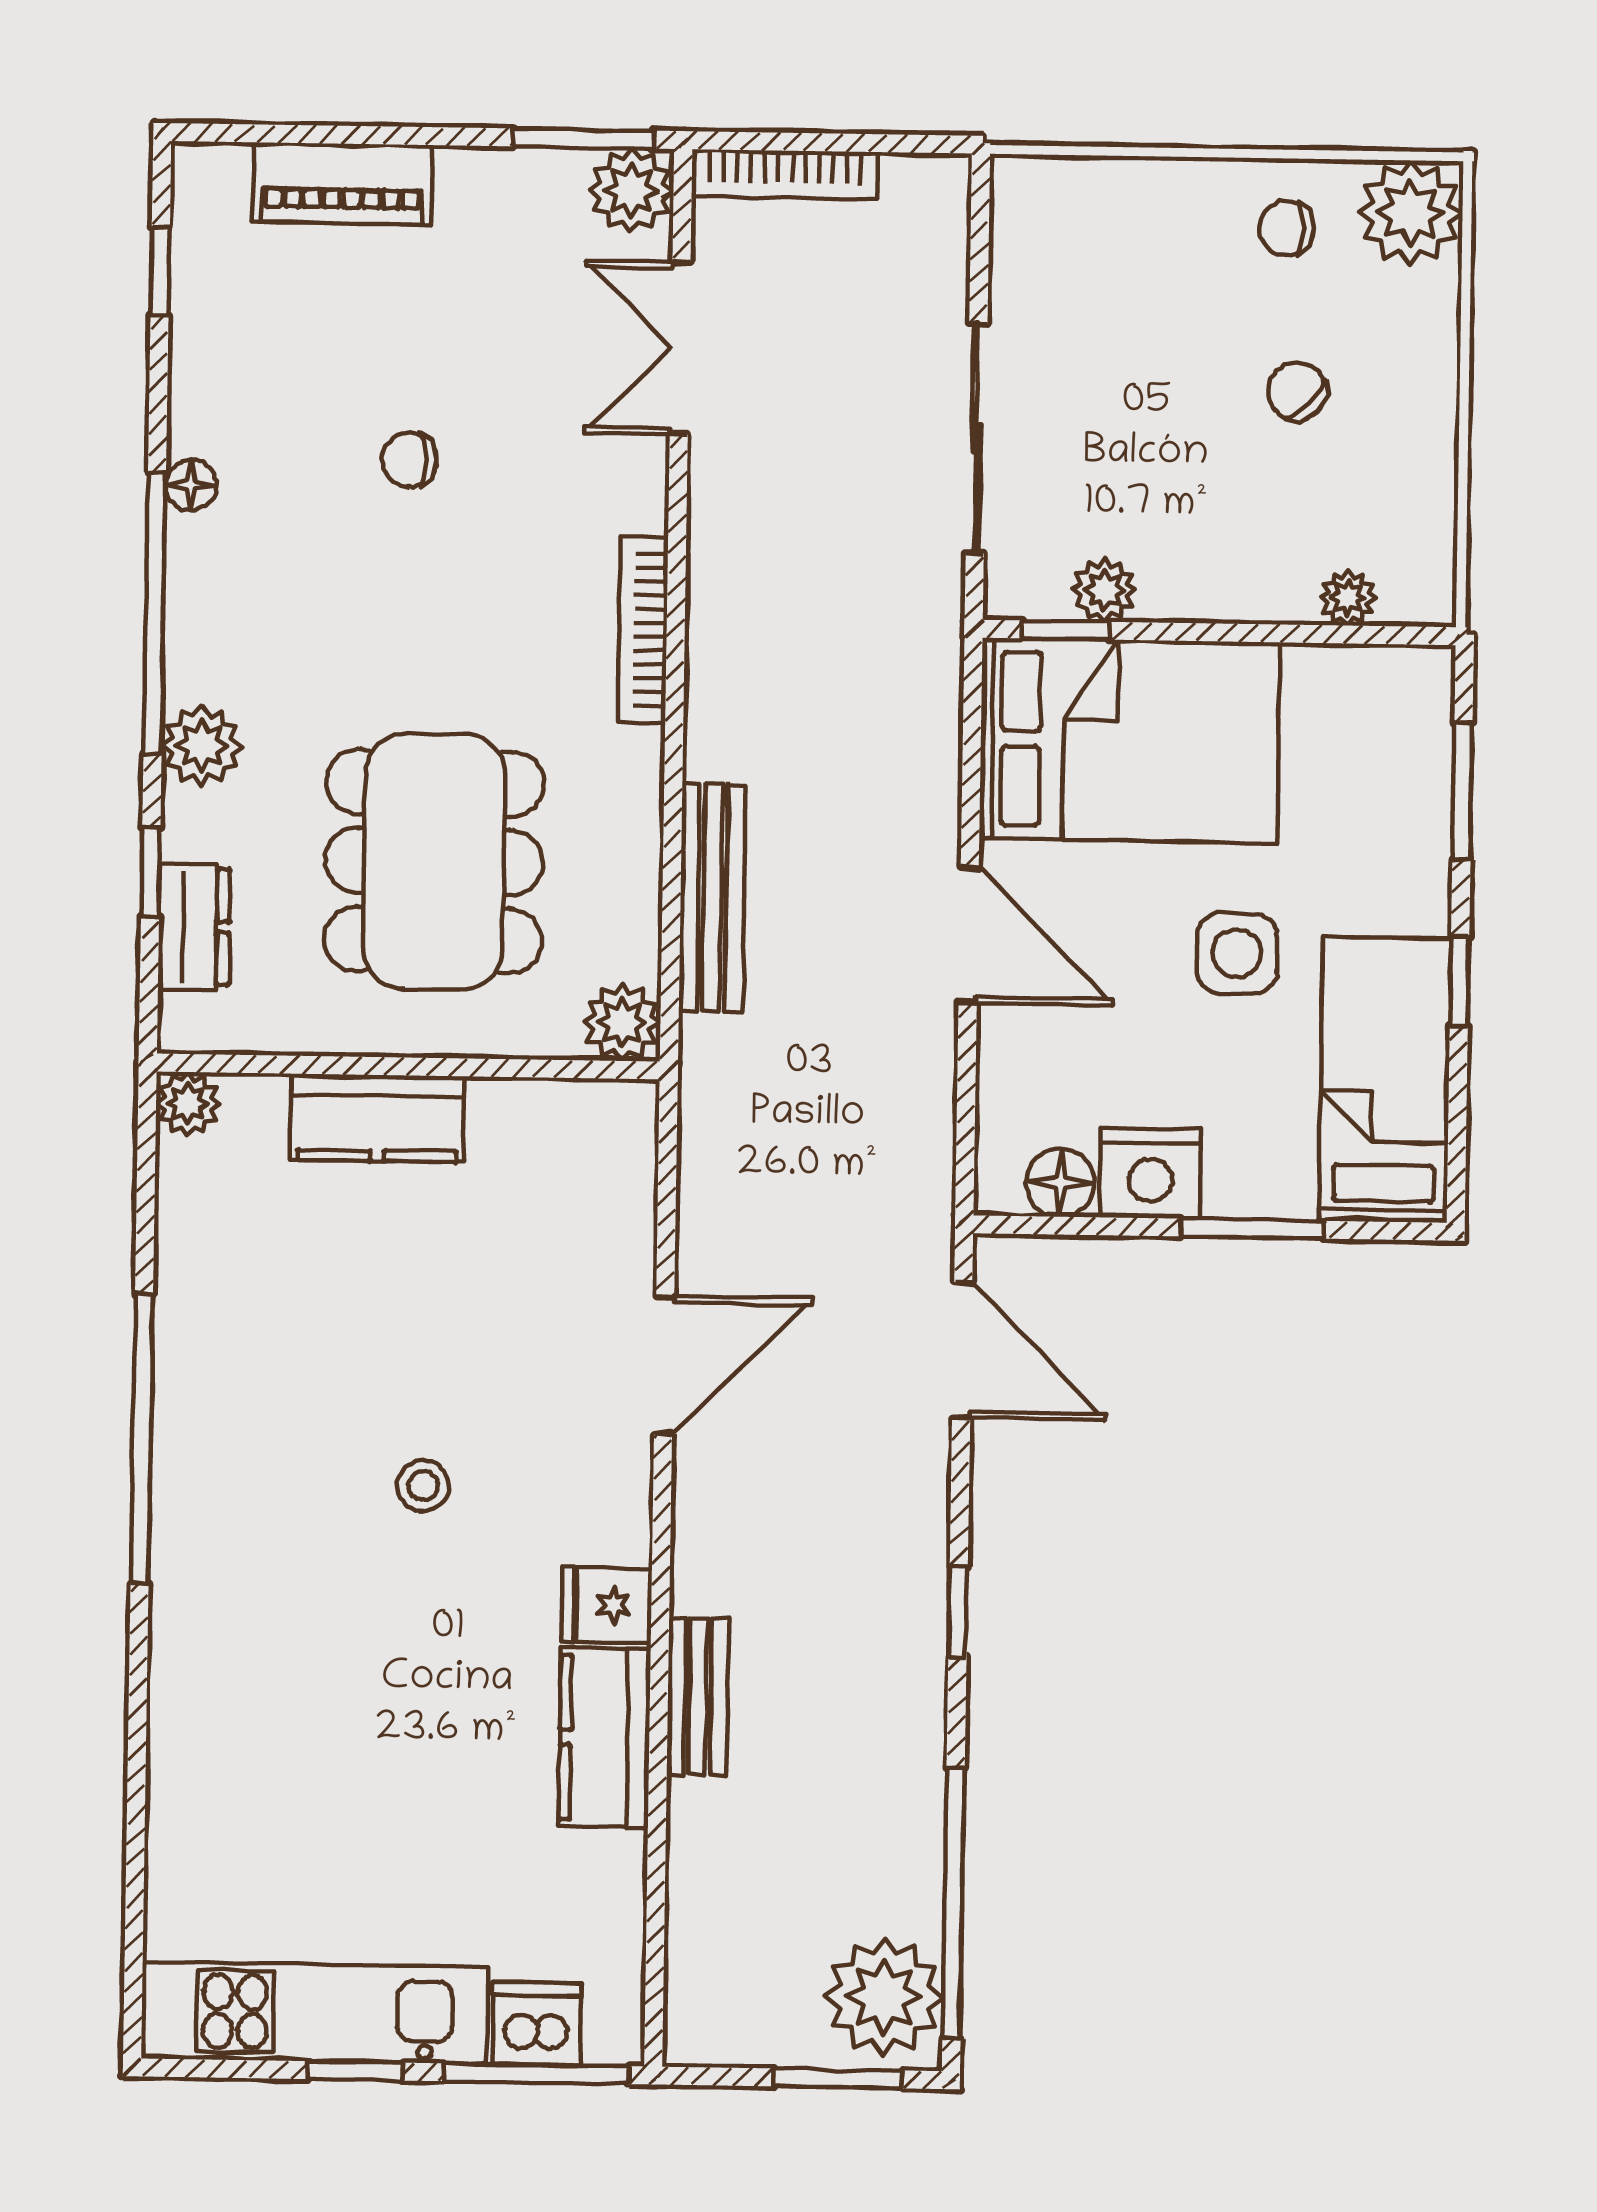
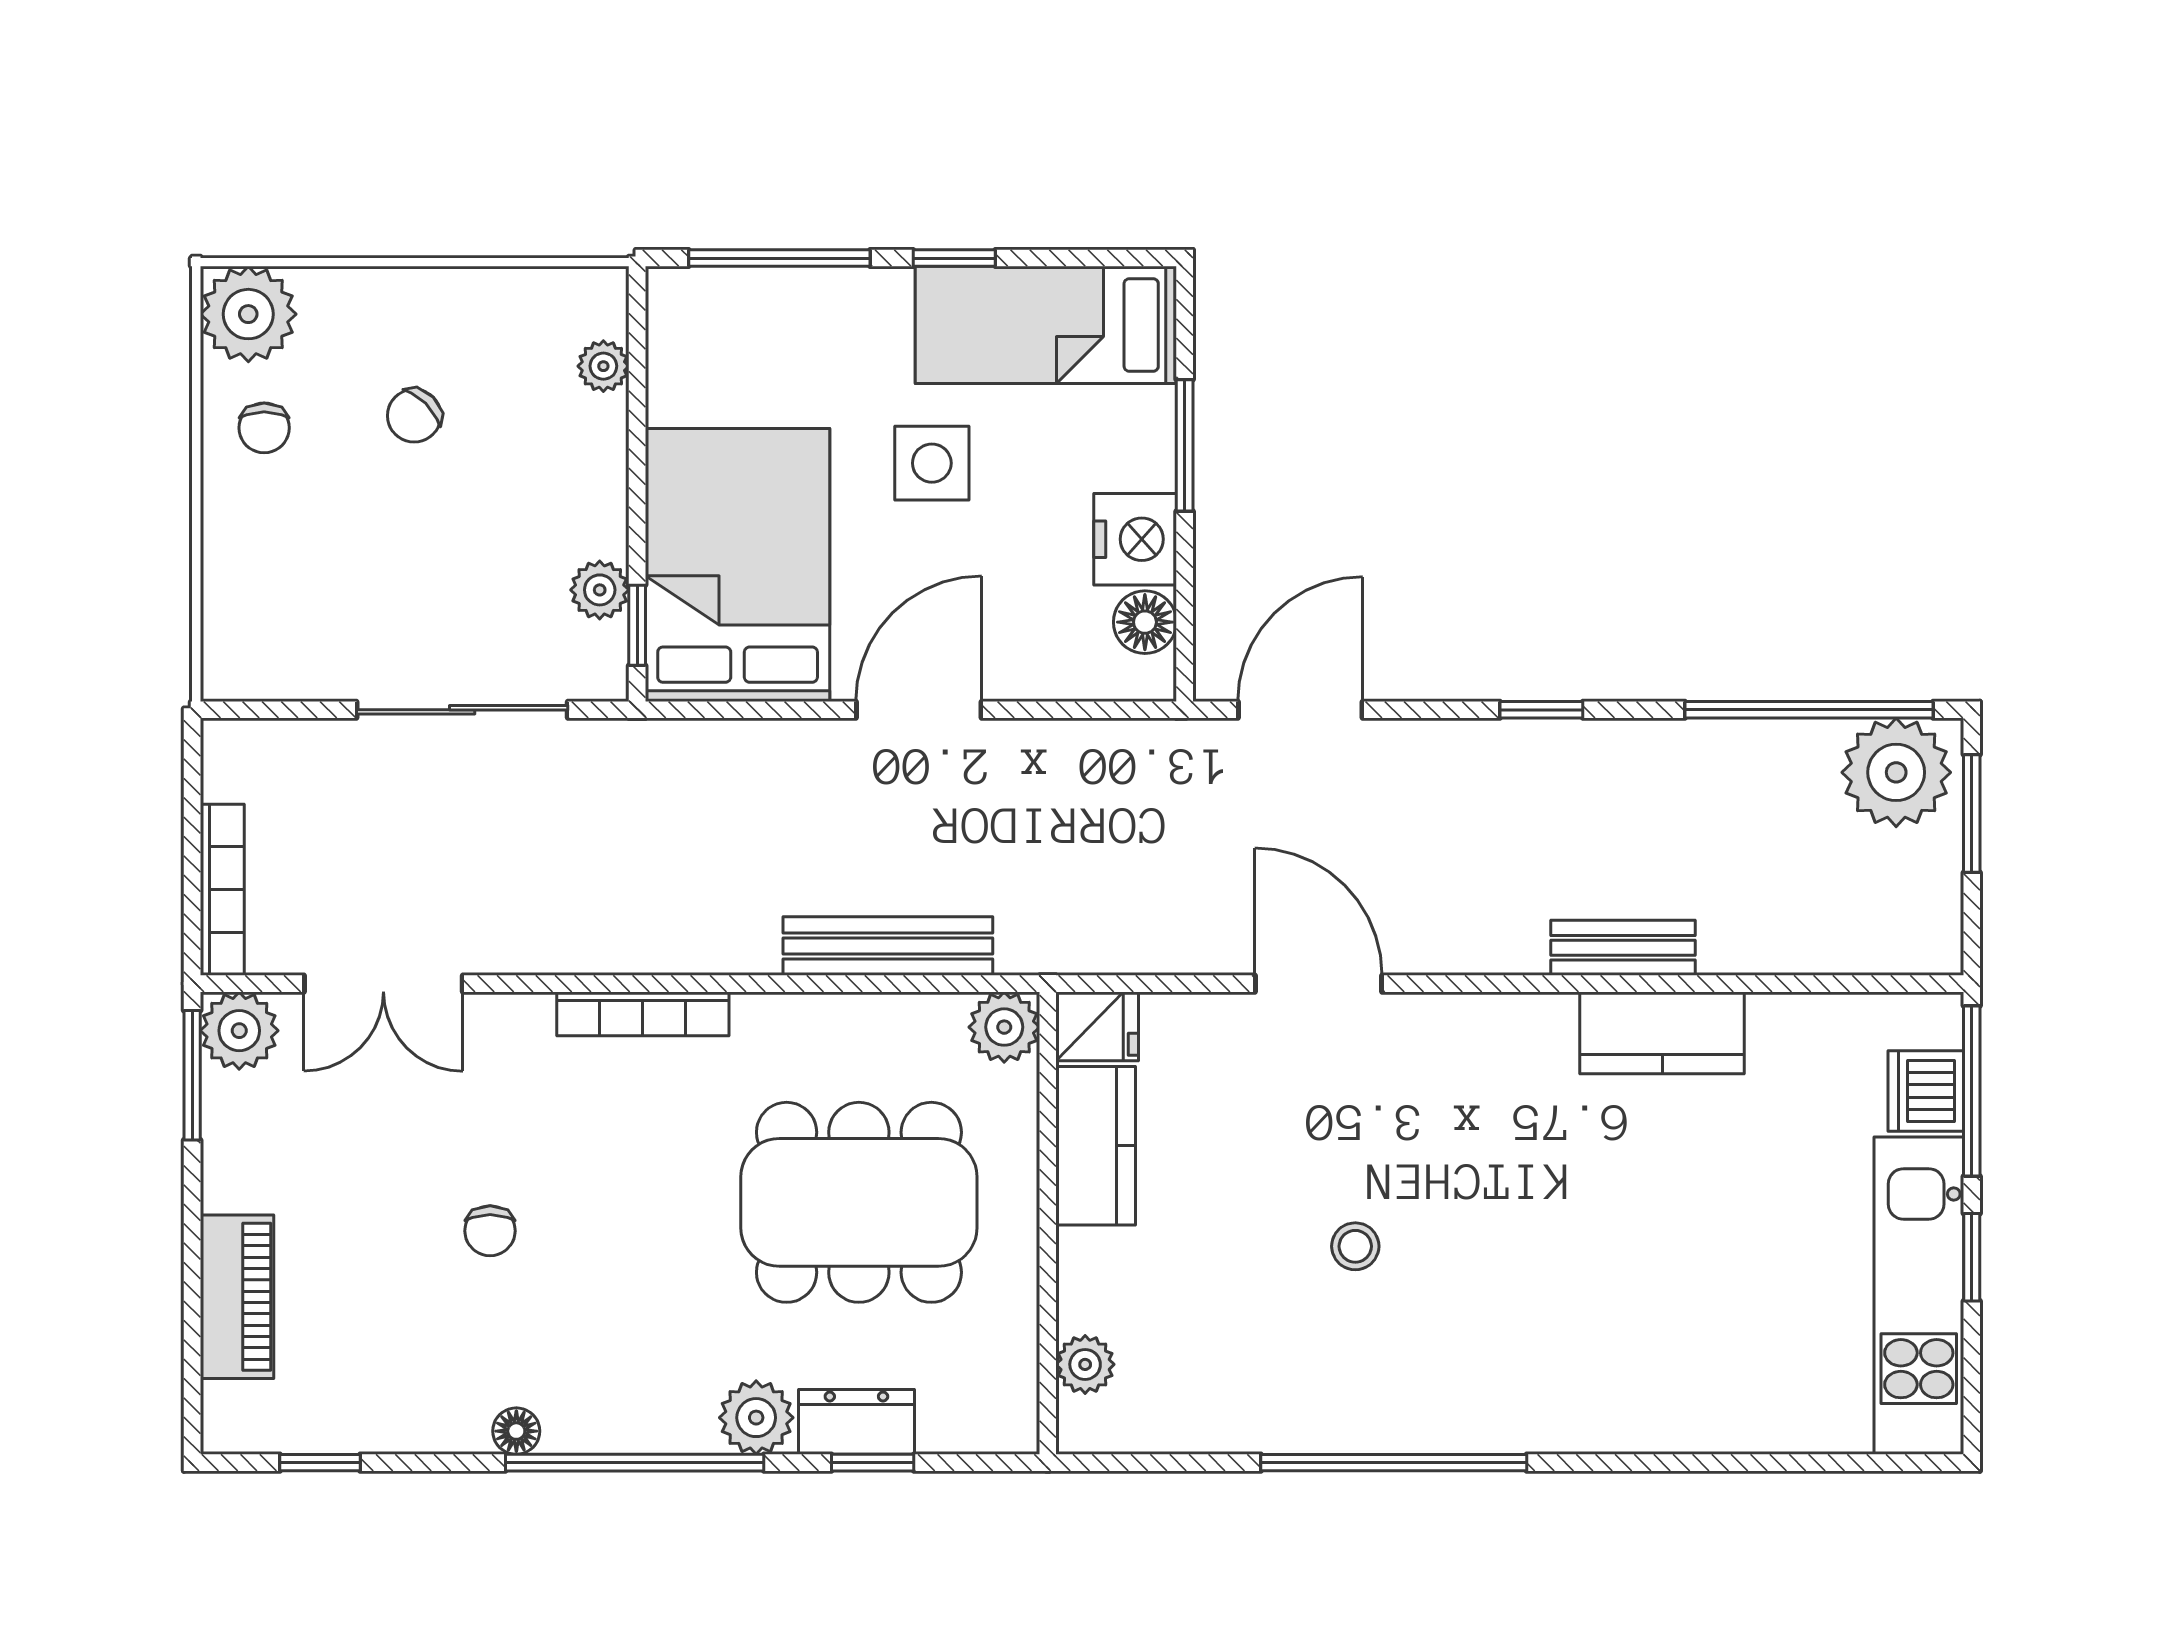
window: (1462, 791) -> (779, 258), width x1.44
dresser: (194, 927) -> (856, 1422), moved
plant: (188, 1104) -> (1085, 1364), moved
kitchen counter: (378, 1118) -> (1096, 1146), moved
stool: (423, 1486) -> (1355, 1246), moved
fridge: (607, 1605) -> (1097, 1026), moved, turned -90

